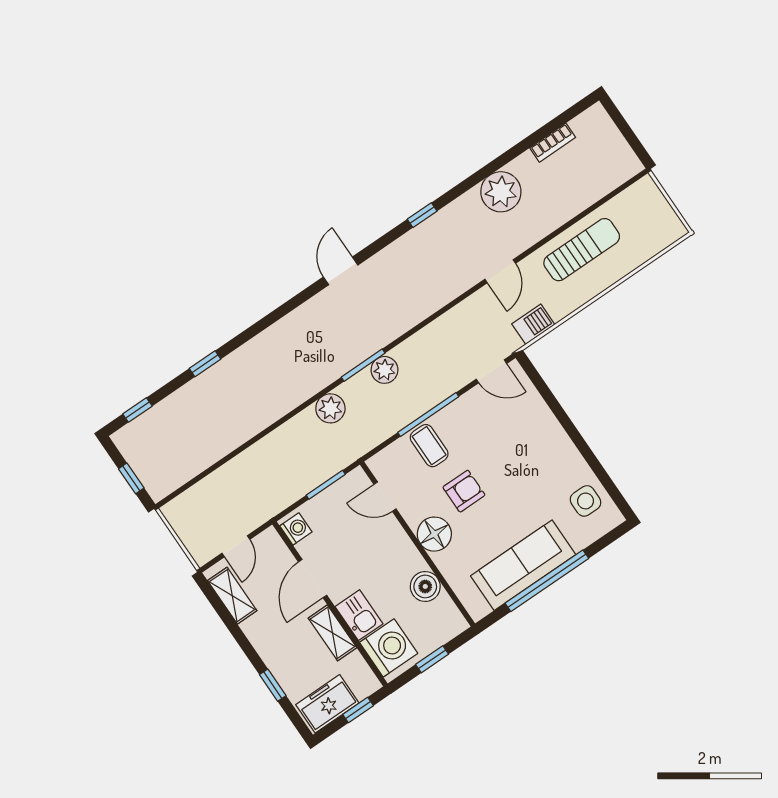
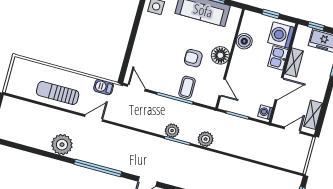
bookcase: (553, 143) -> (25, 141), removed
window: (422, 215) -> (98, 168), width x3.17

